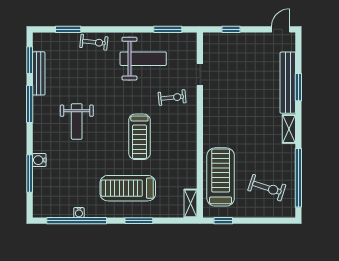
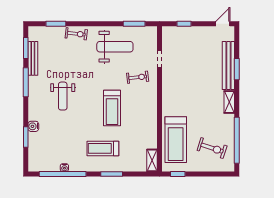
window: (30, 174) -> (26, 137), width x0.69
treadmill: (221, 177) -> (176, 140), turned 180
treadmill: (128, 188) -> (103, 148), width x0.73, depth x0.73

